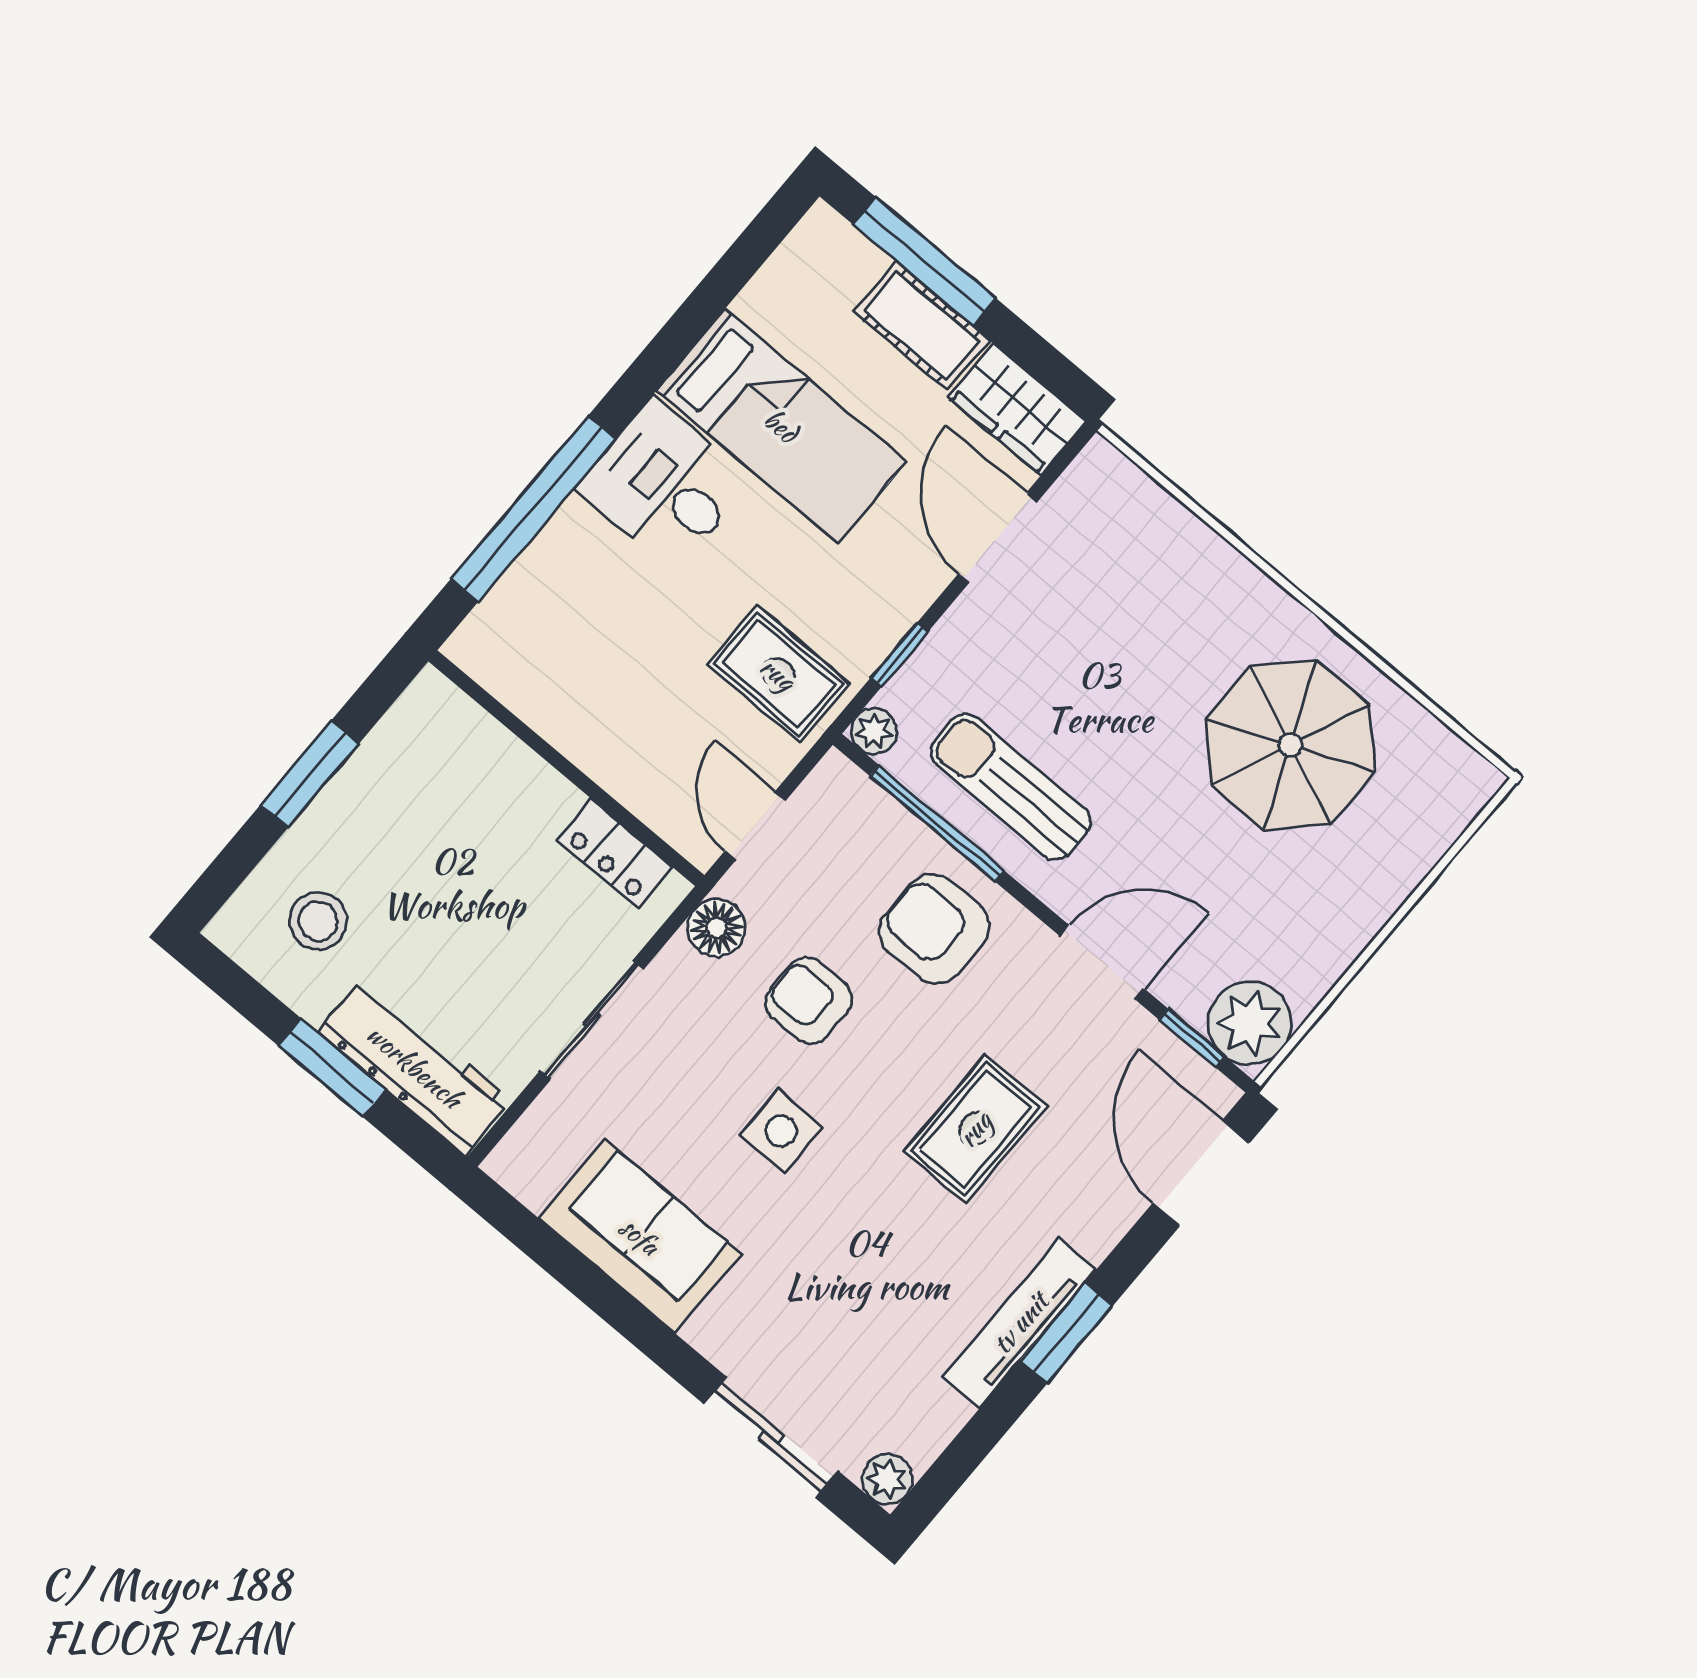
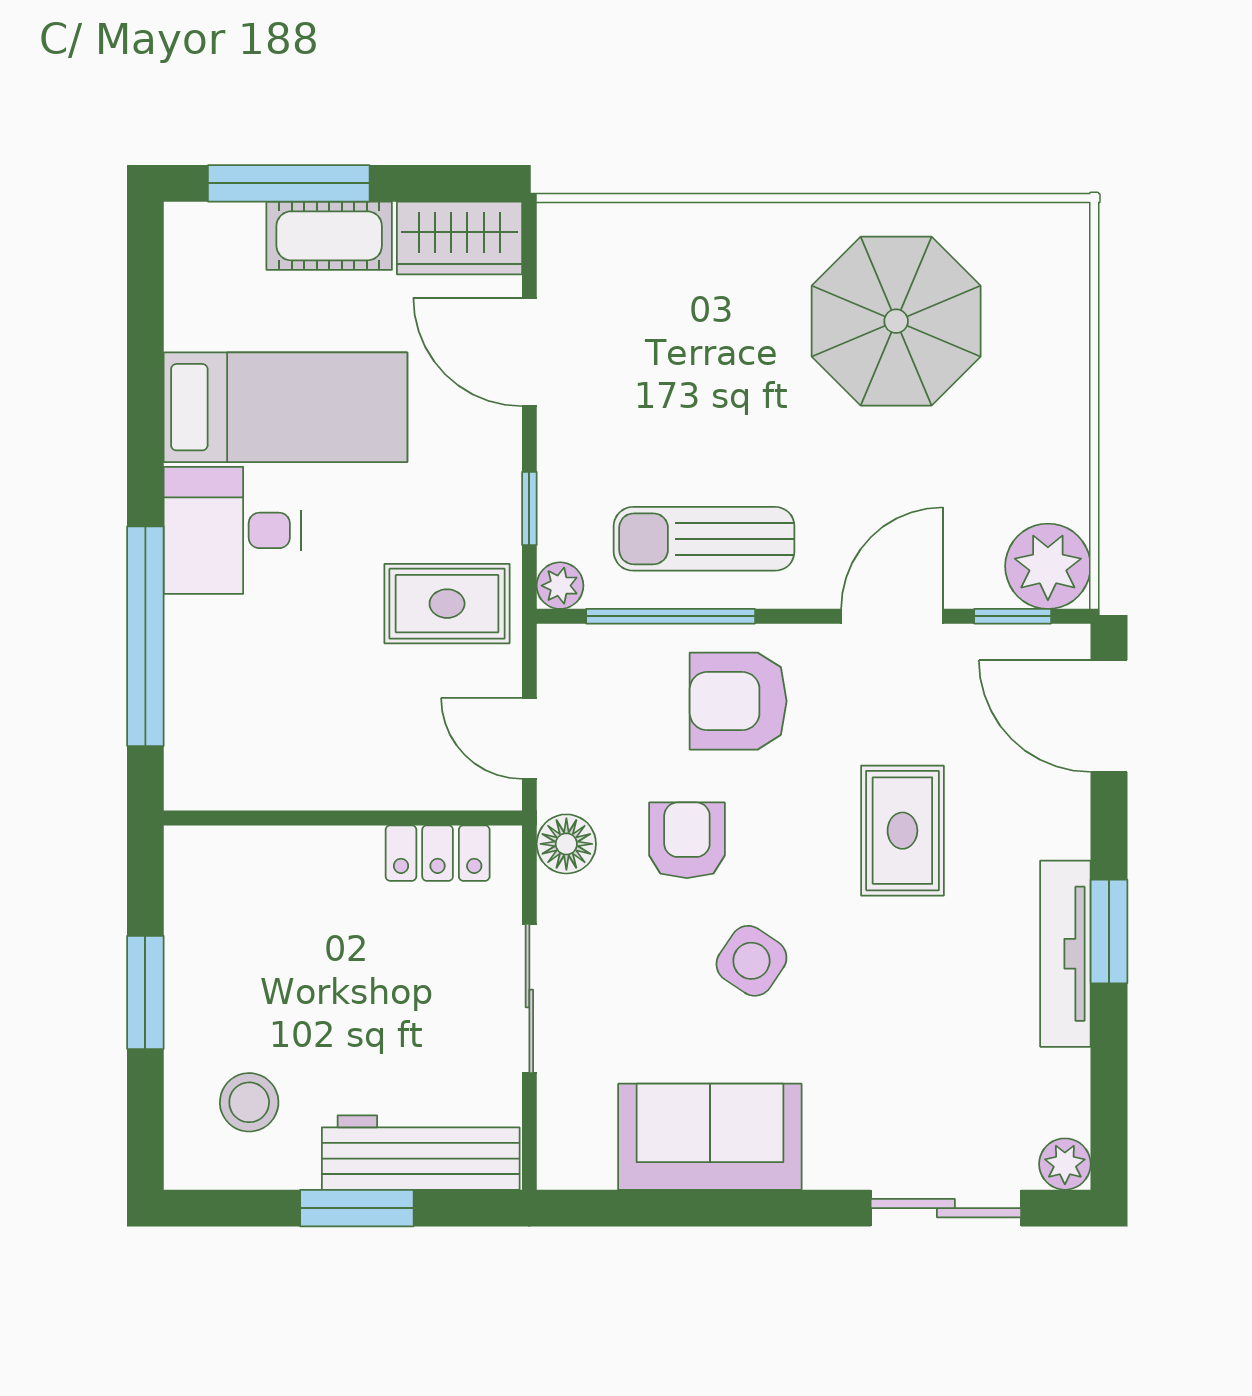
armchair: (809, 1001) -> (687, 840), turned 90
side table: (781, 1131) -> (751, 961), turned 34

